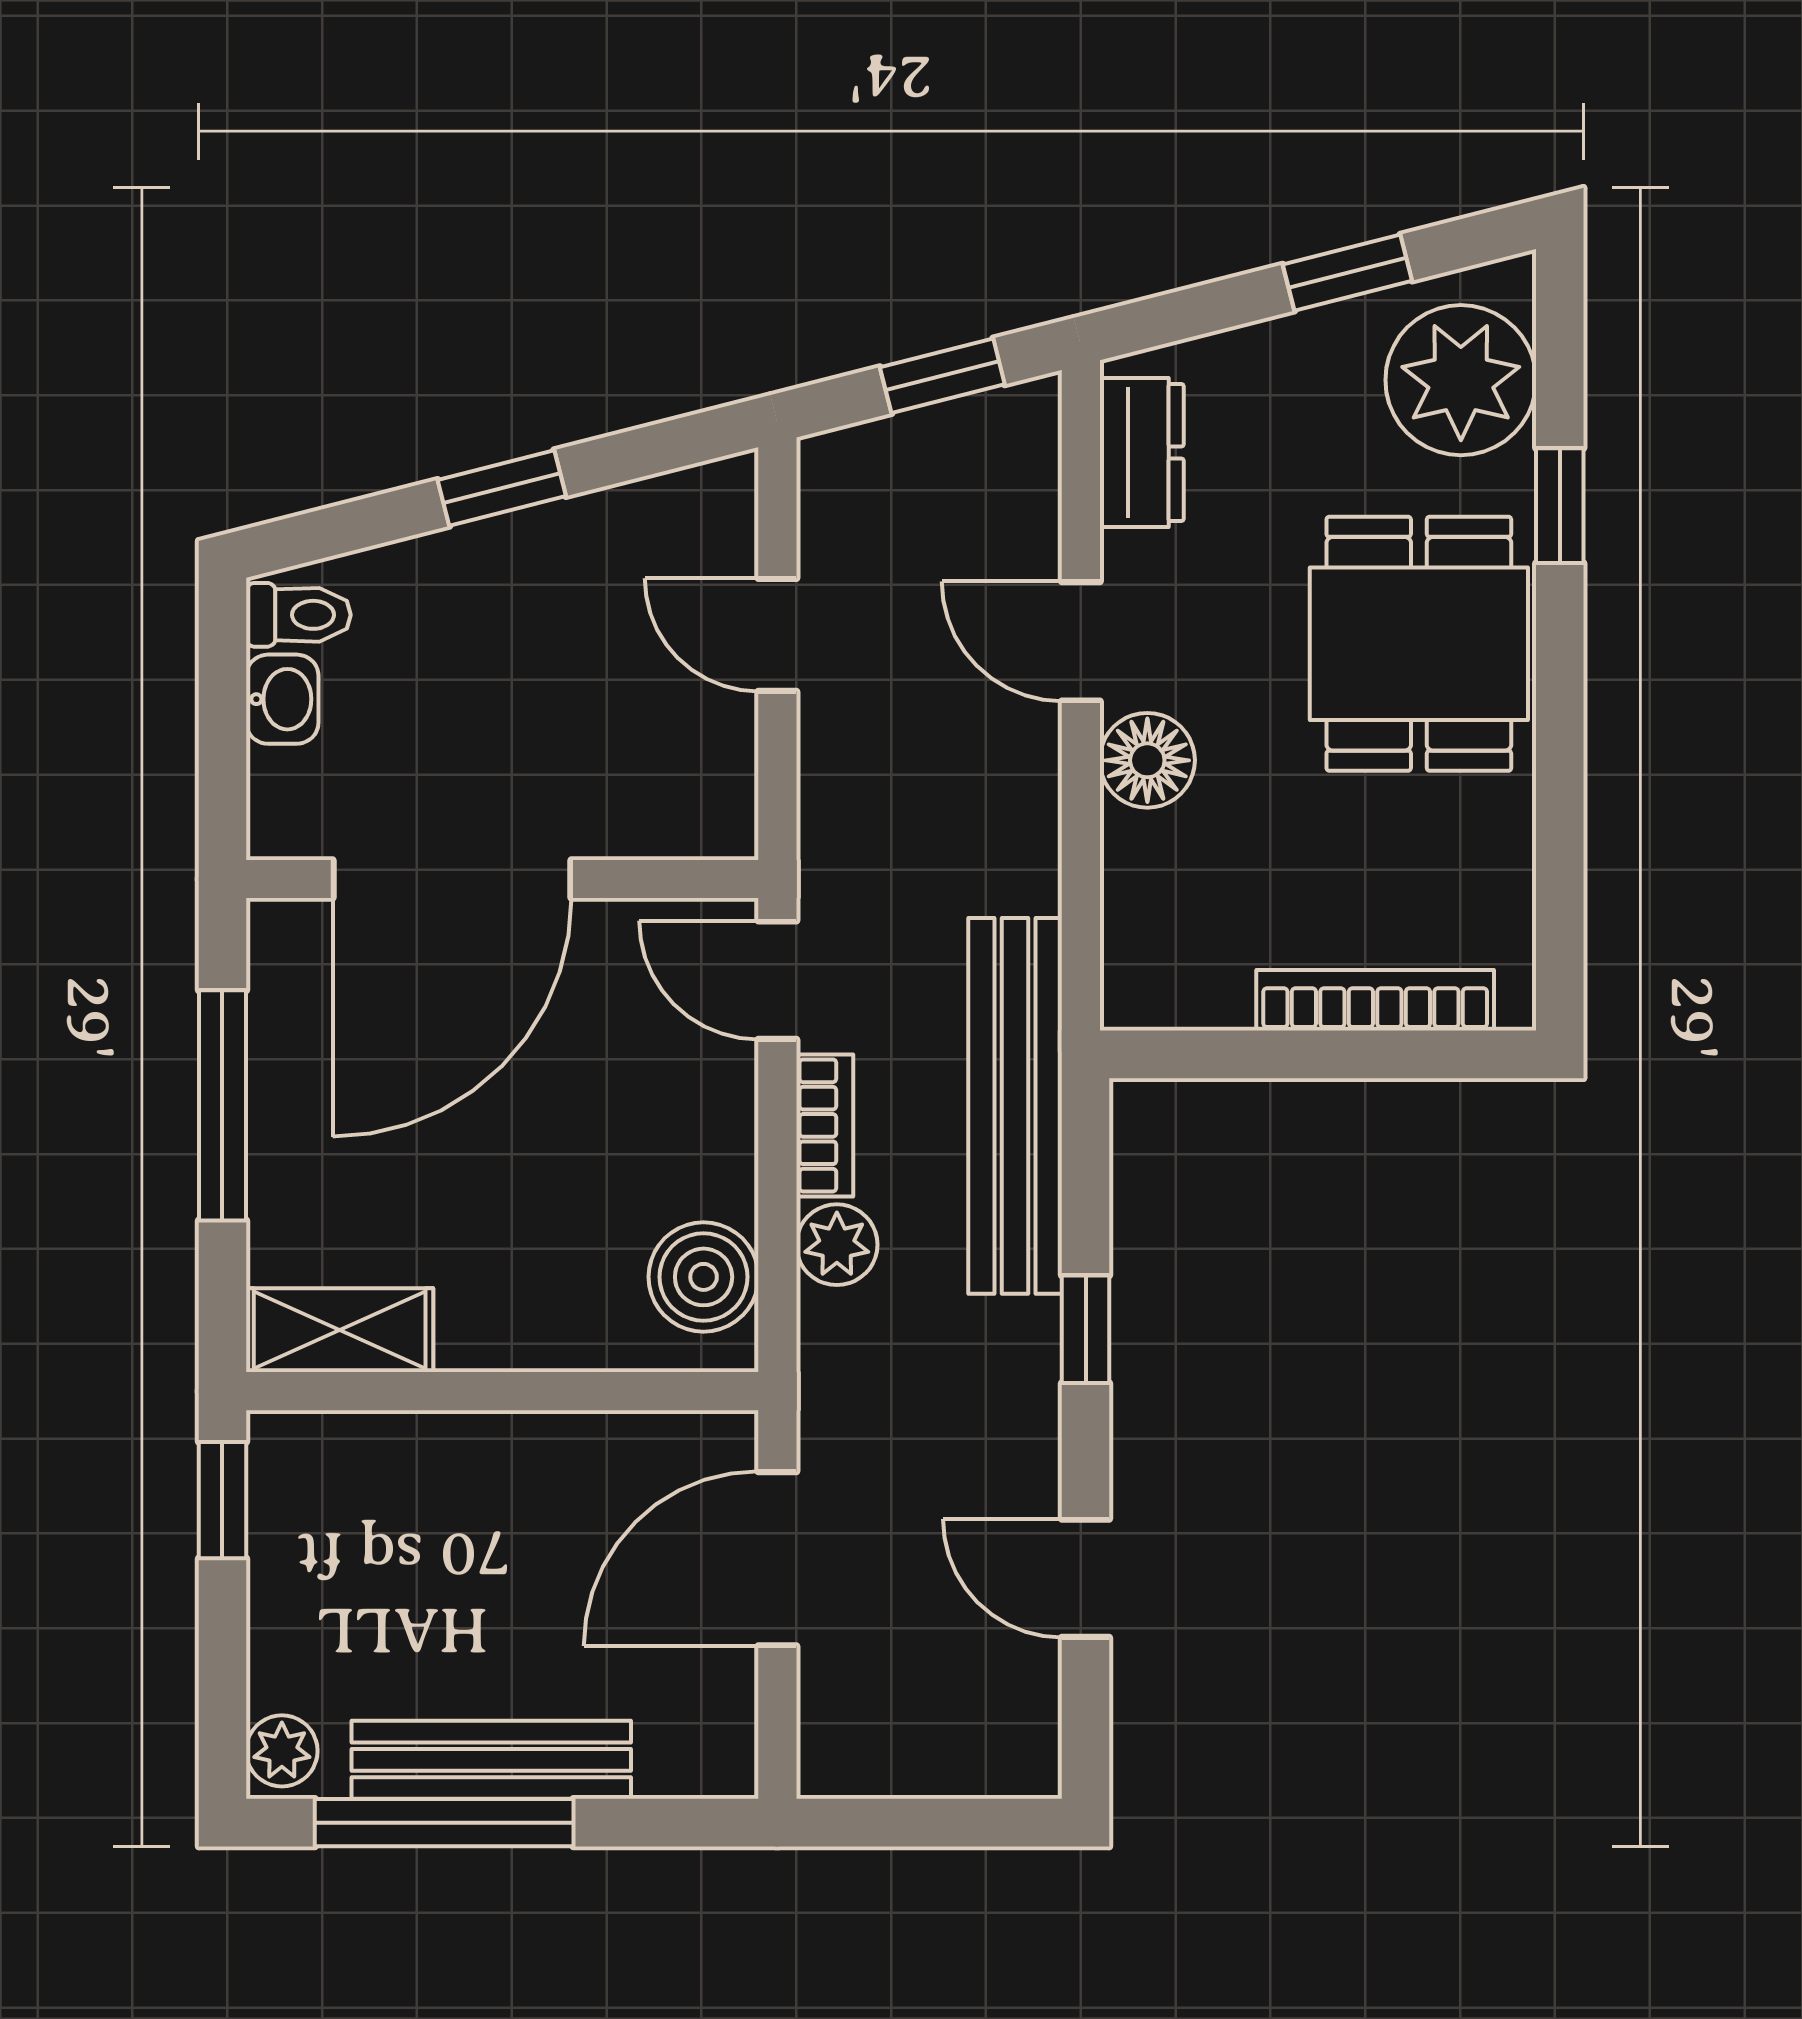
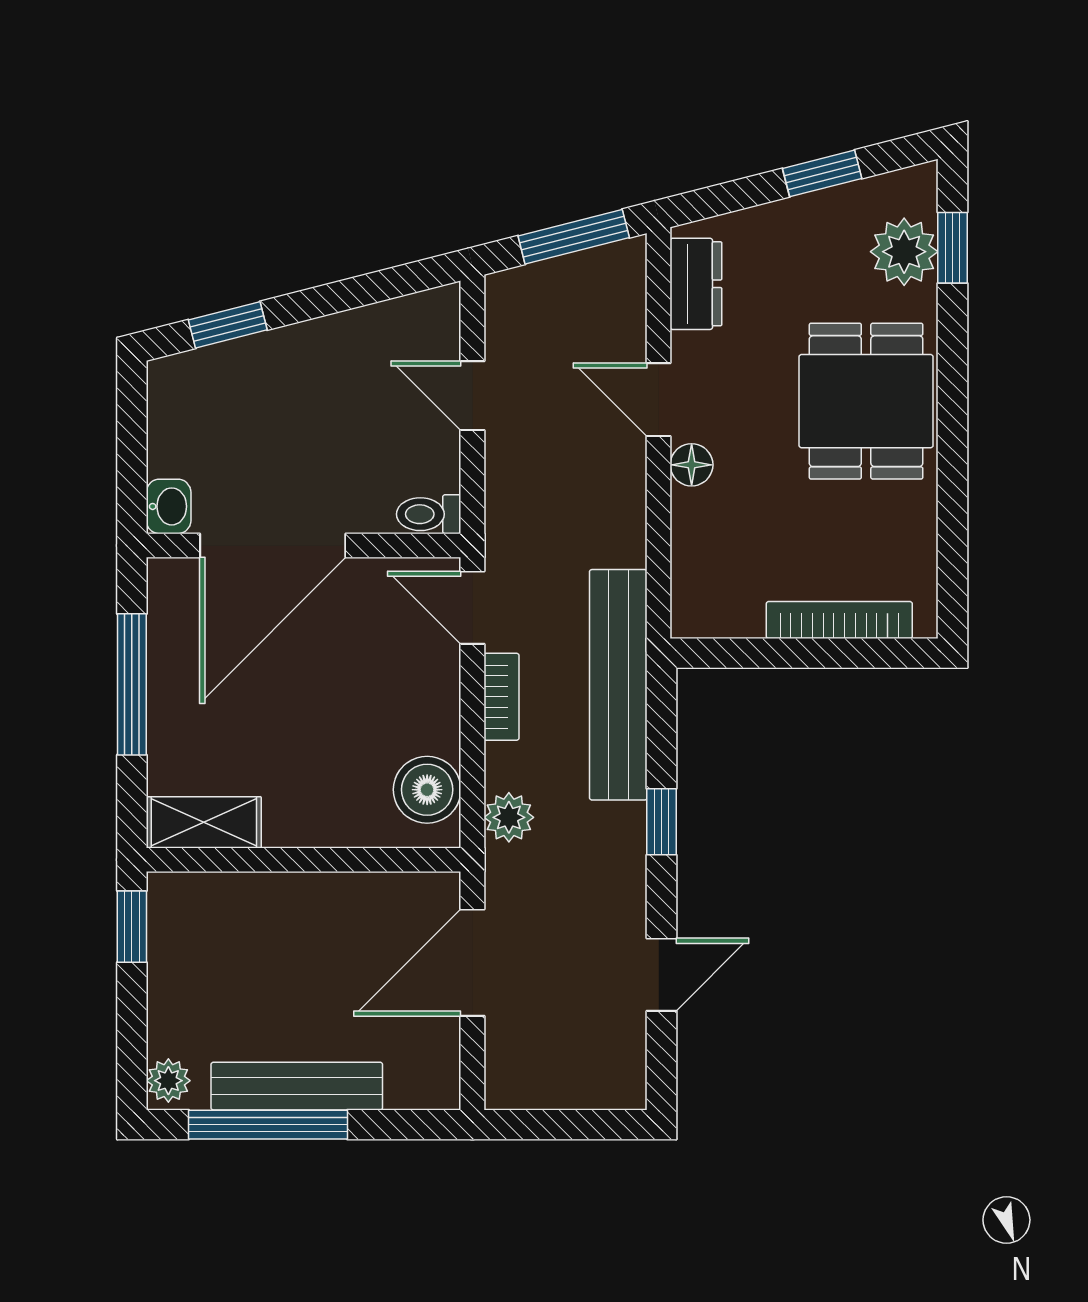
window: (942, 376) -> (574, 237), width x1.50
plant: (1461, 380) -> (904, 252), width x0.73, depth x0.73
window: (502, 488) -> (228, 325), moved
window: (1560, 506) -> (953, 248), moved
toilet: (298, 615) -> (429, 514), moved, turned 180
washbasin: (282, 699) -> (169, 506), moved
floor lamp: (1147, 760) -> (692, 465), width x0.73, depth x0.73
plant: (837, 1245) -> (509, 817), moved
door: (1086, 1578) -> (662, 975), swing flipped

